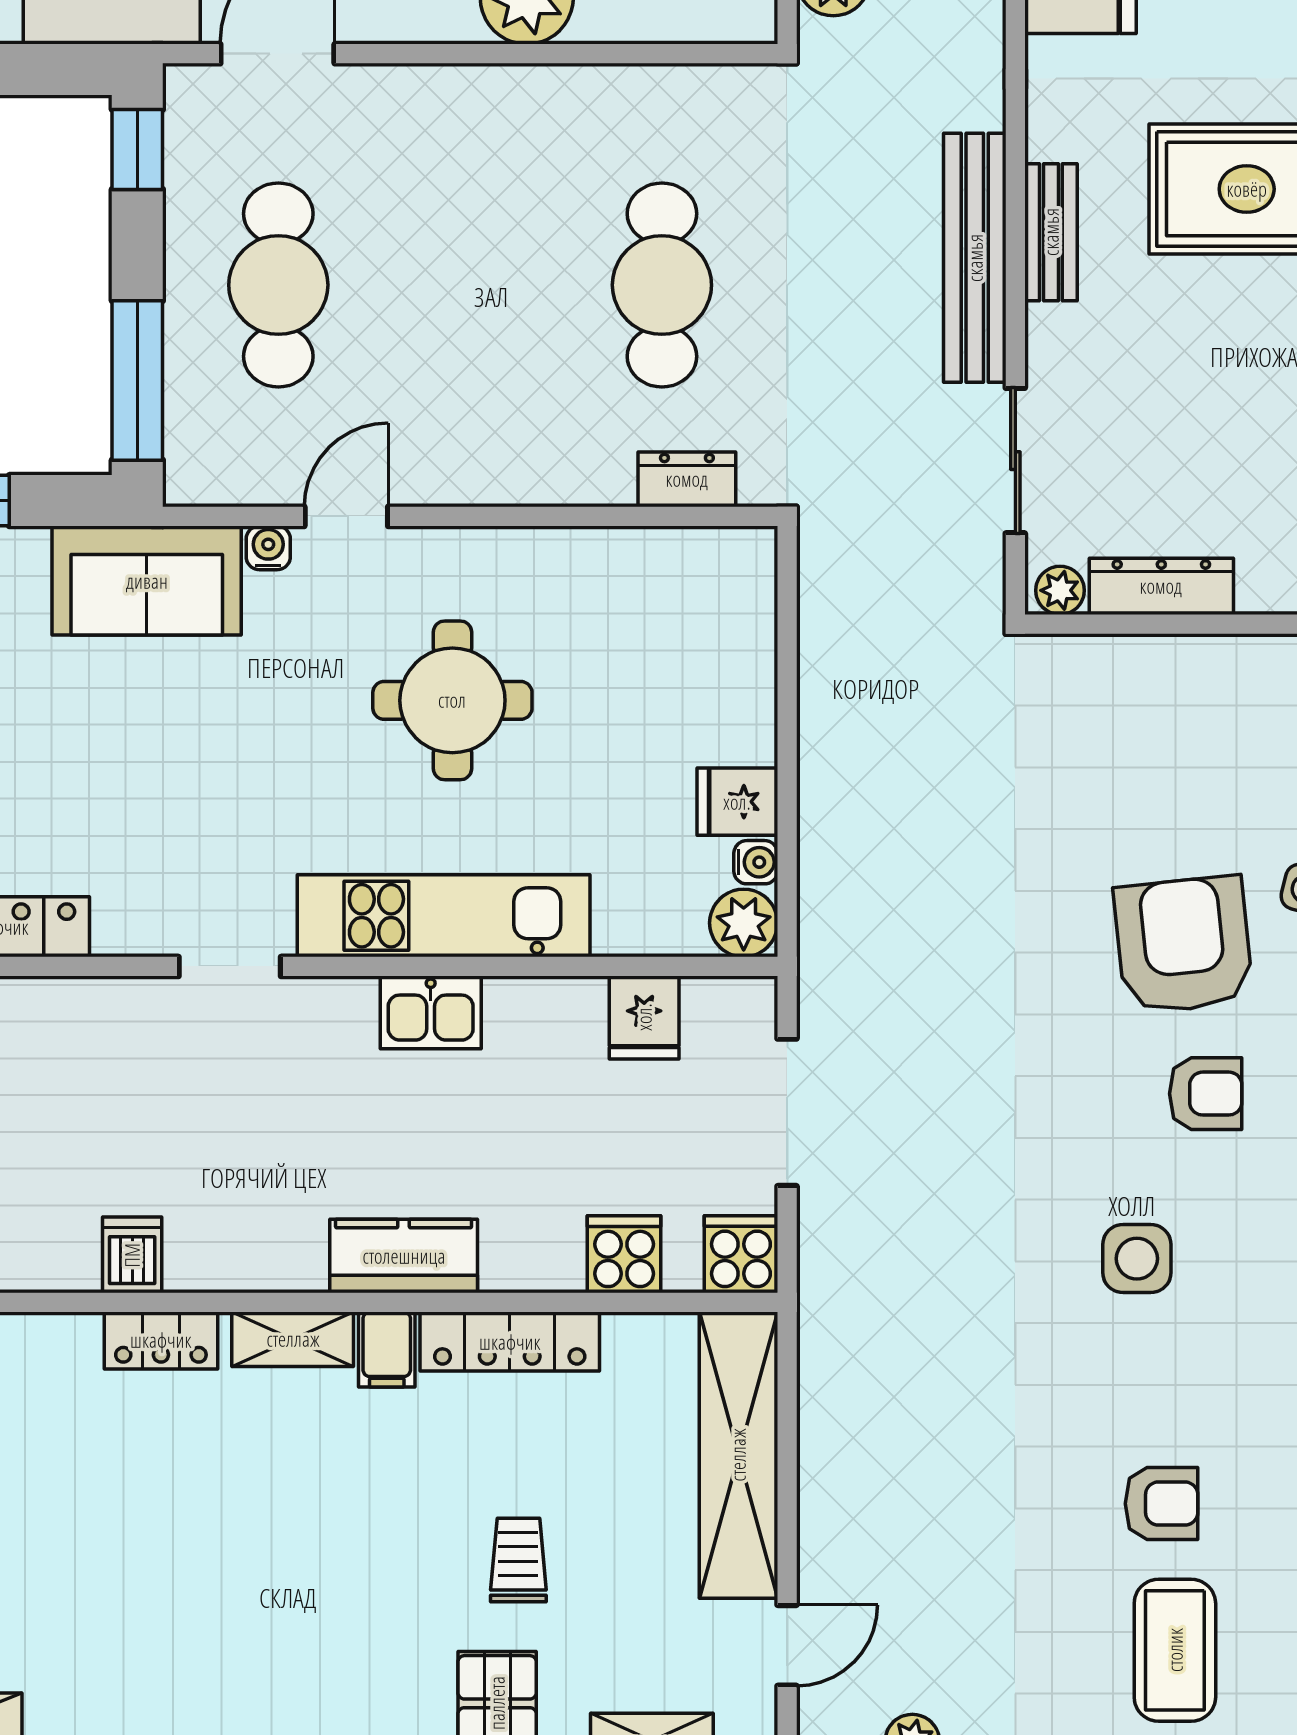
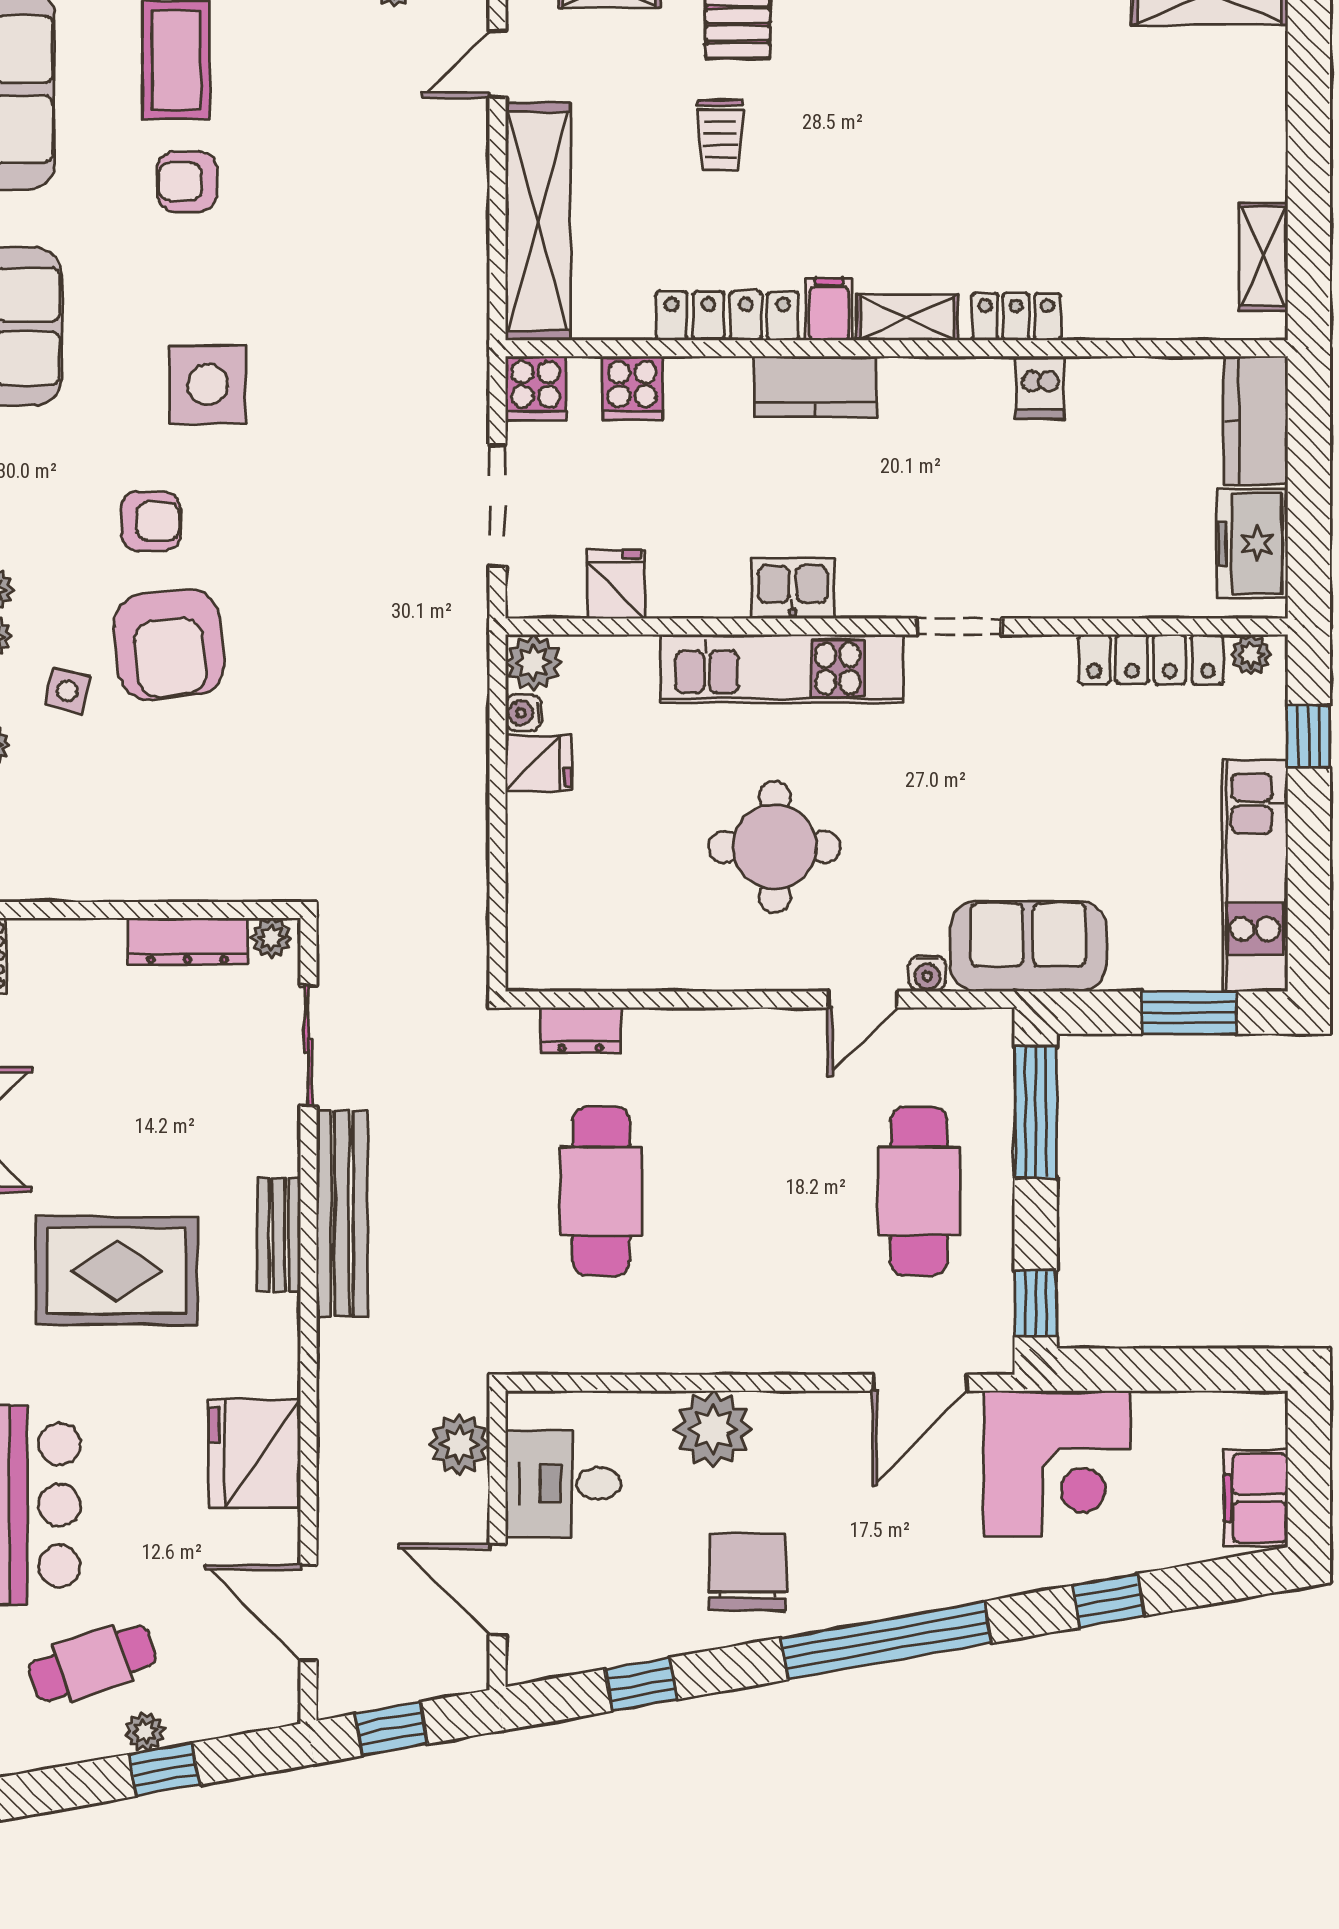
armchair: (1206, 1094) -> (151, 521), turned 180
side table: (1137, 1259) -> (208, 384), width x1.37, depth x1.37

